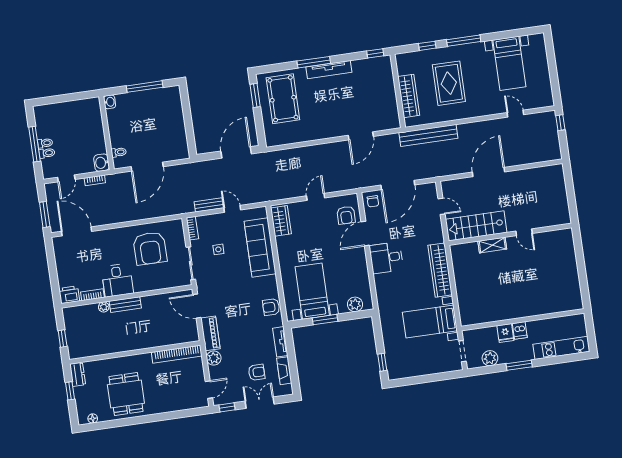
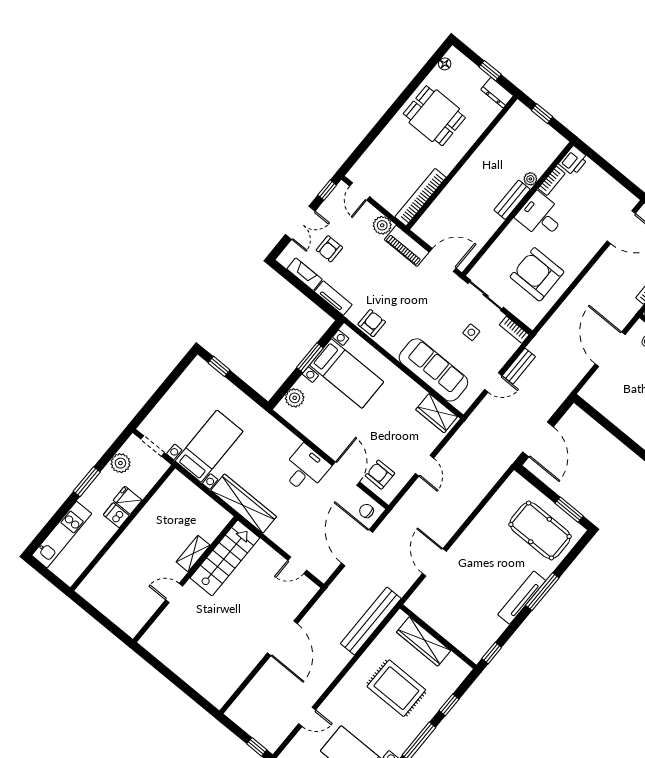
stairs: (476, 226) -> (225, 558), moved
door: (524, 232) -> (174, 593), moved
wall: (510, 234) -> (185, 579), moved
shelving: (492, 245) -> (193, 554), moved

